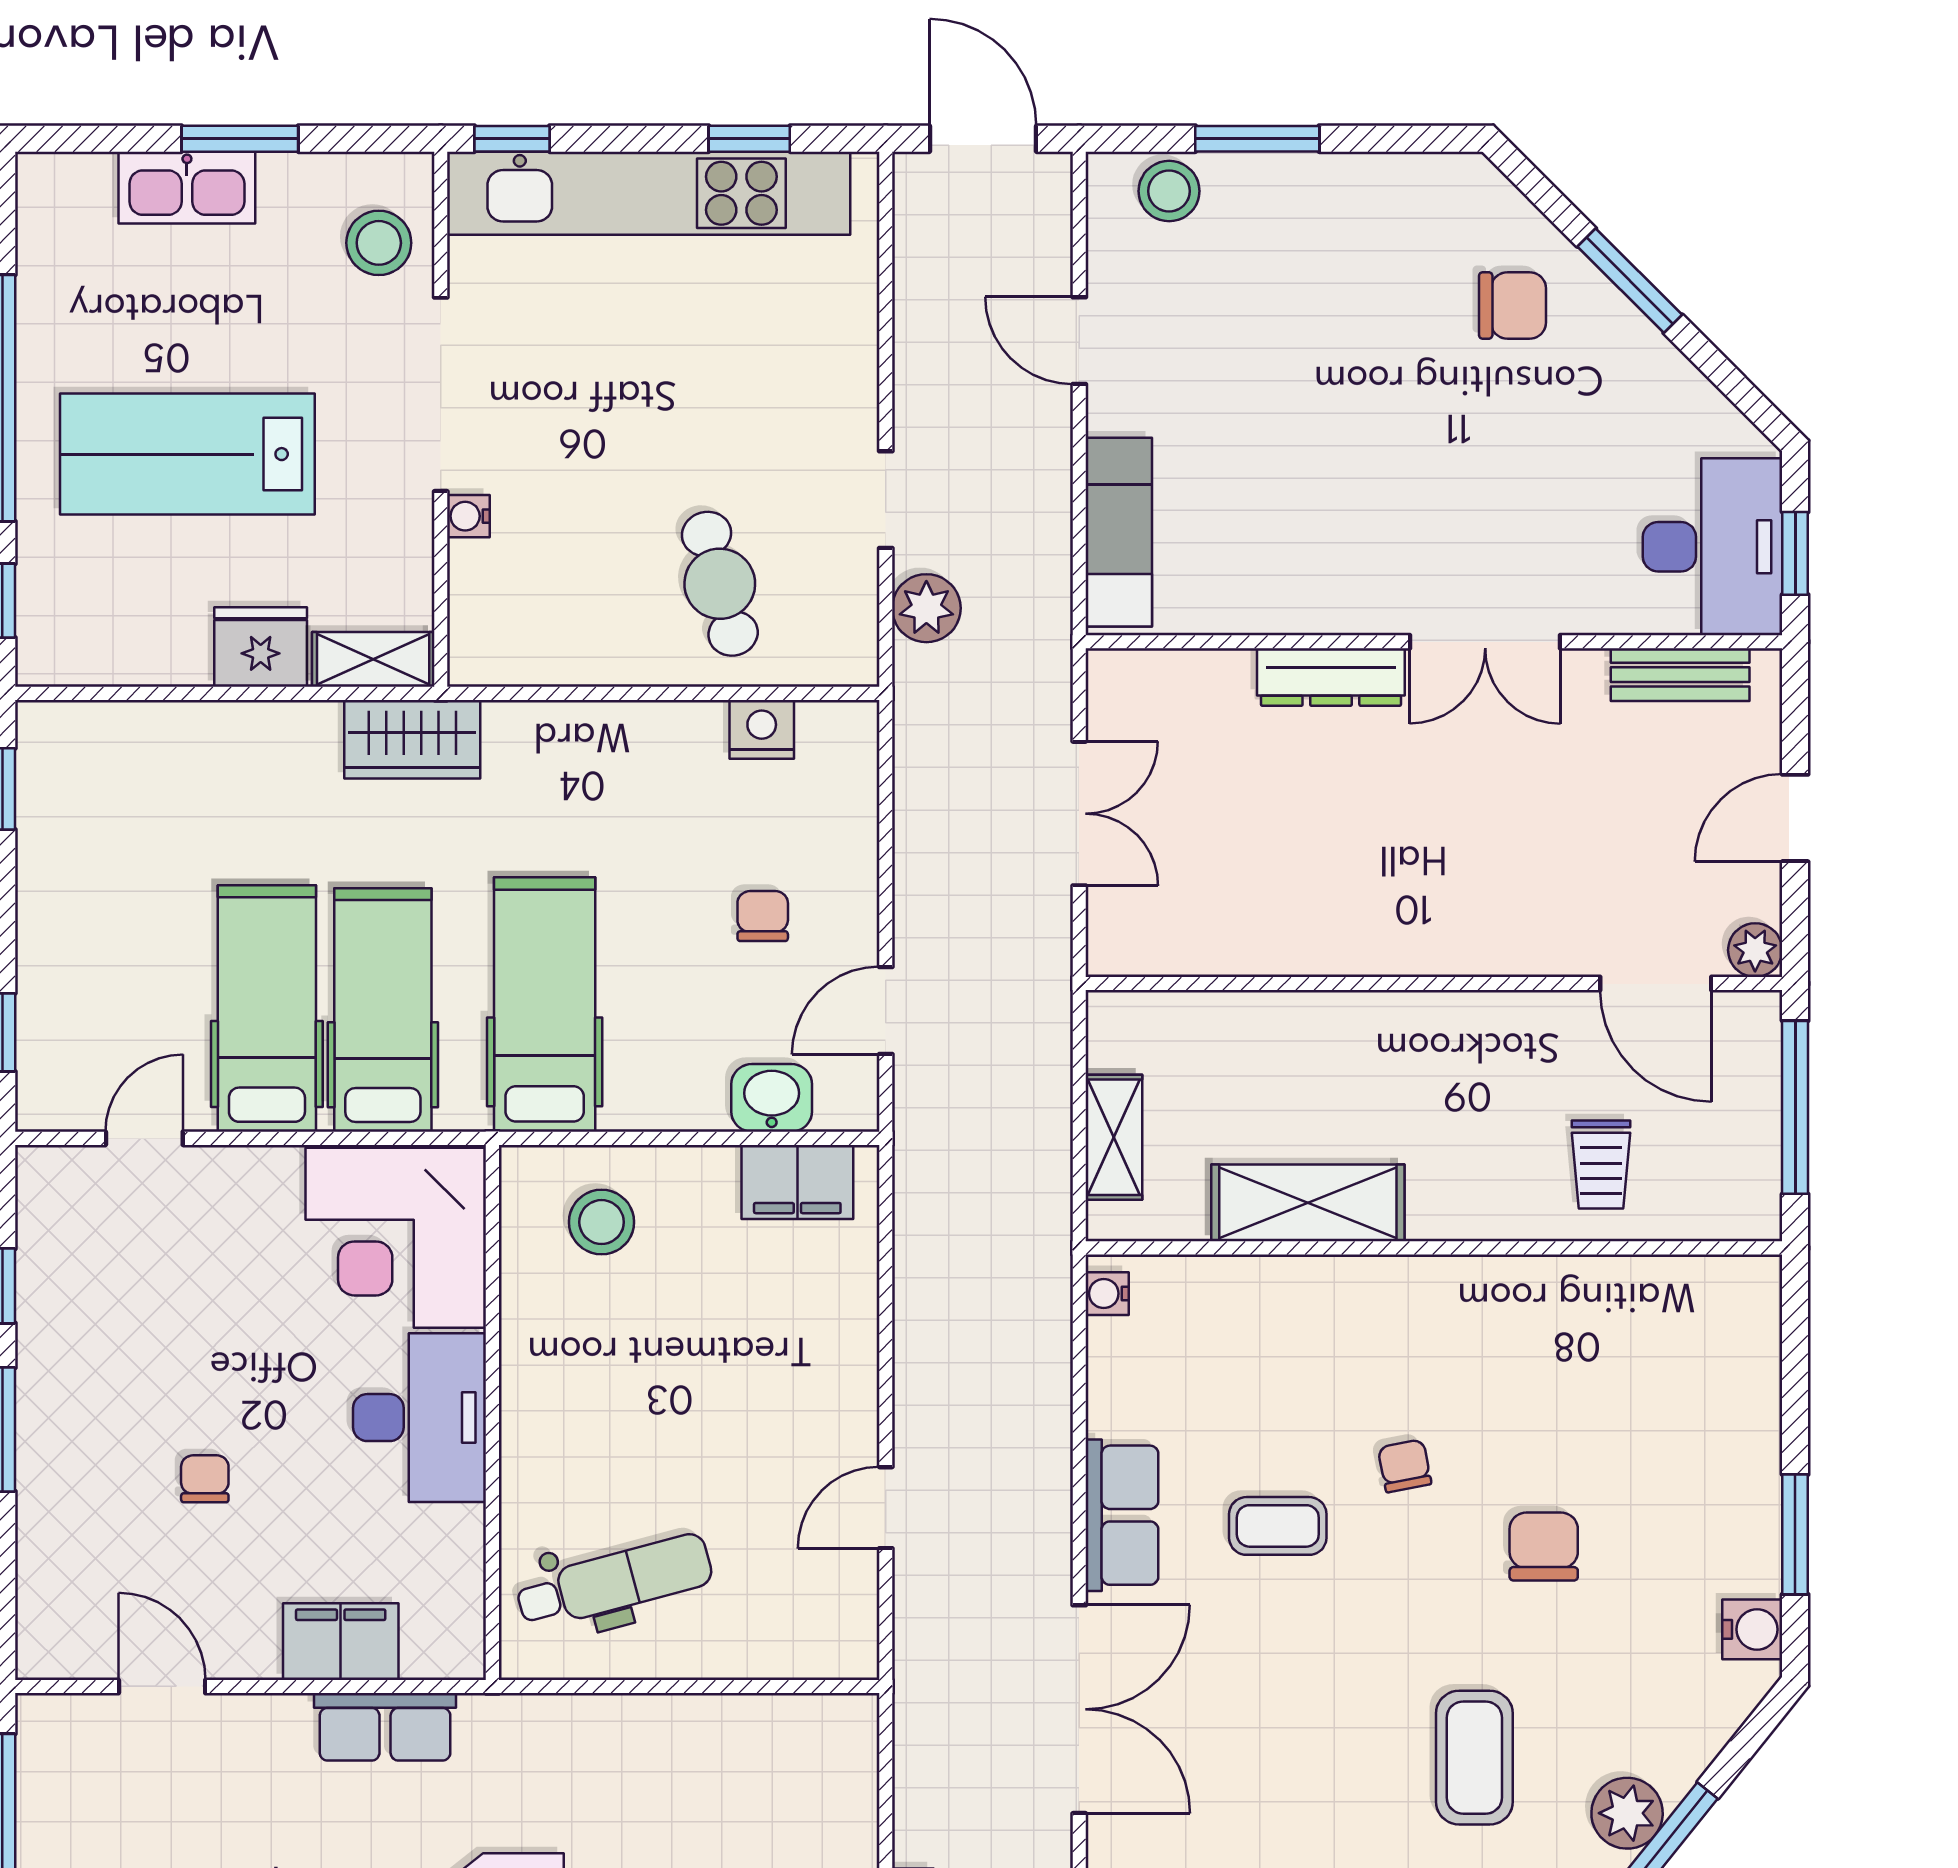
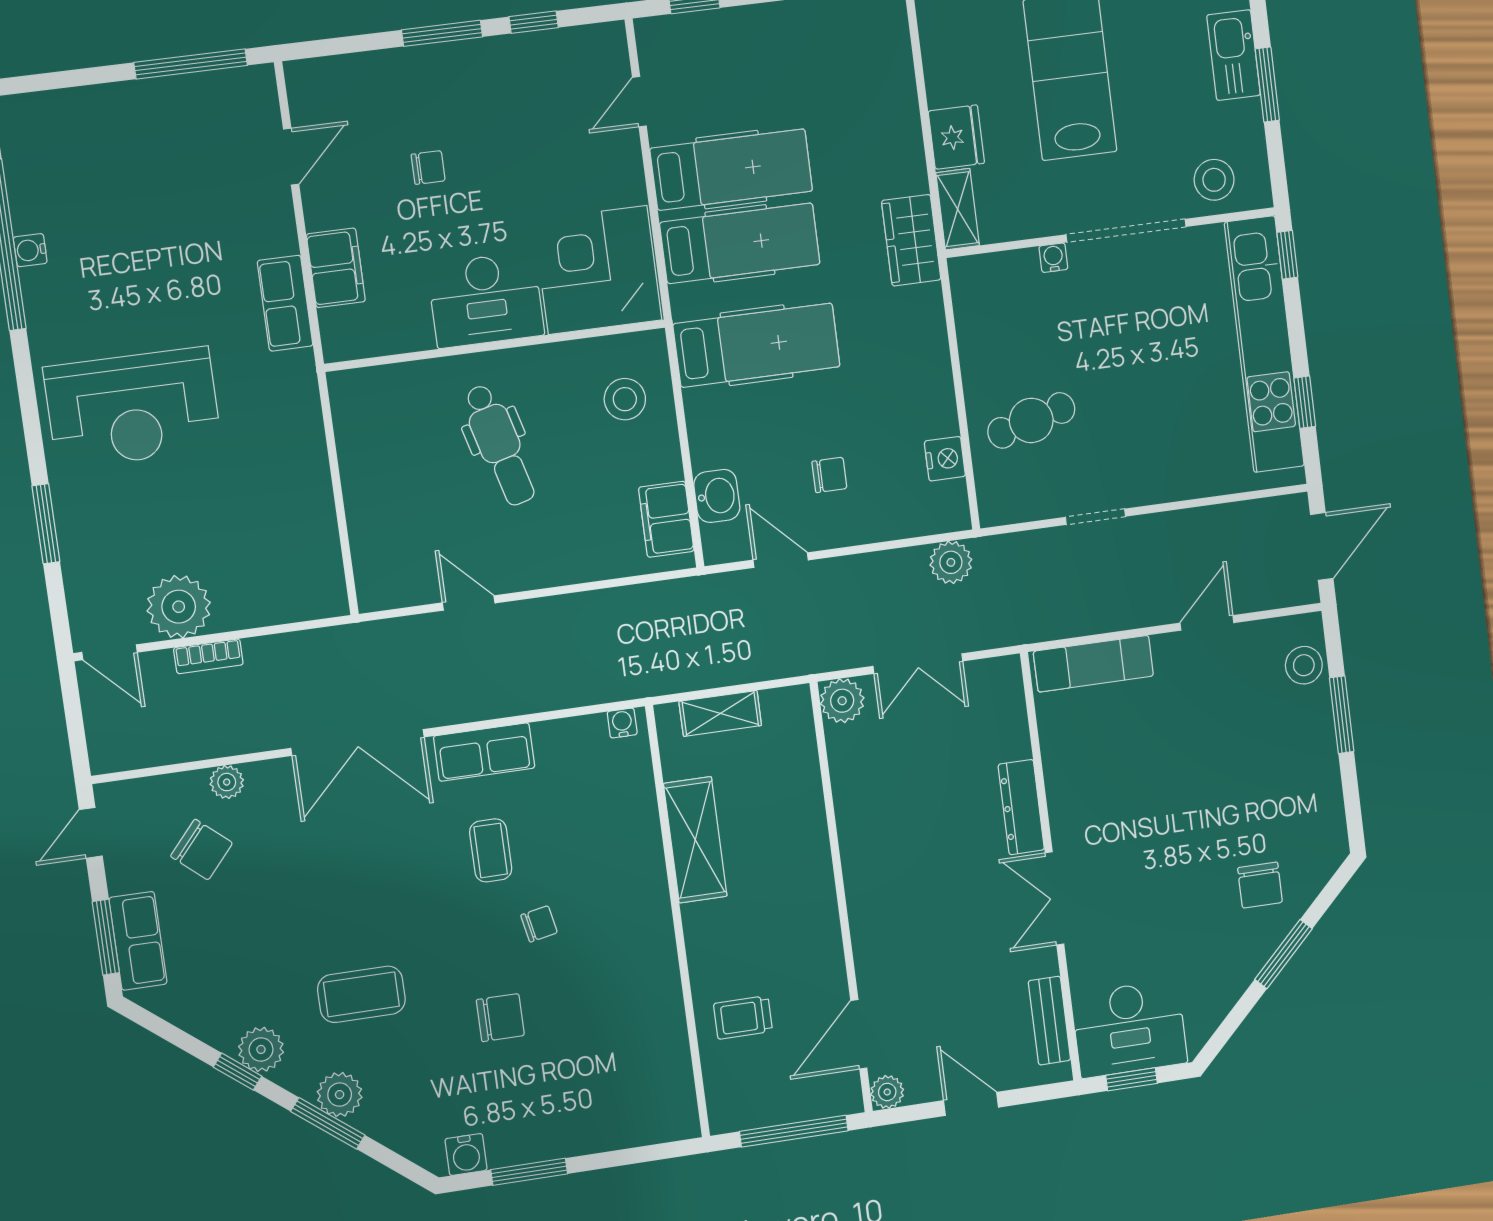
plant: (926, 608) -> (951, 562), moved
plant: (1121, 942) -> (842, 701), added
door: (144, 1138) -> (639, 102), swing flipped
dental chair: (614, 1582) -> (499, 445), moved

